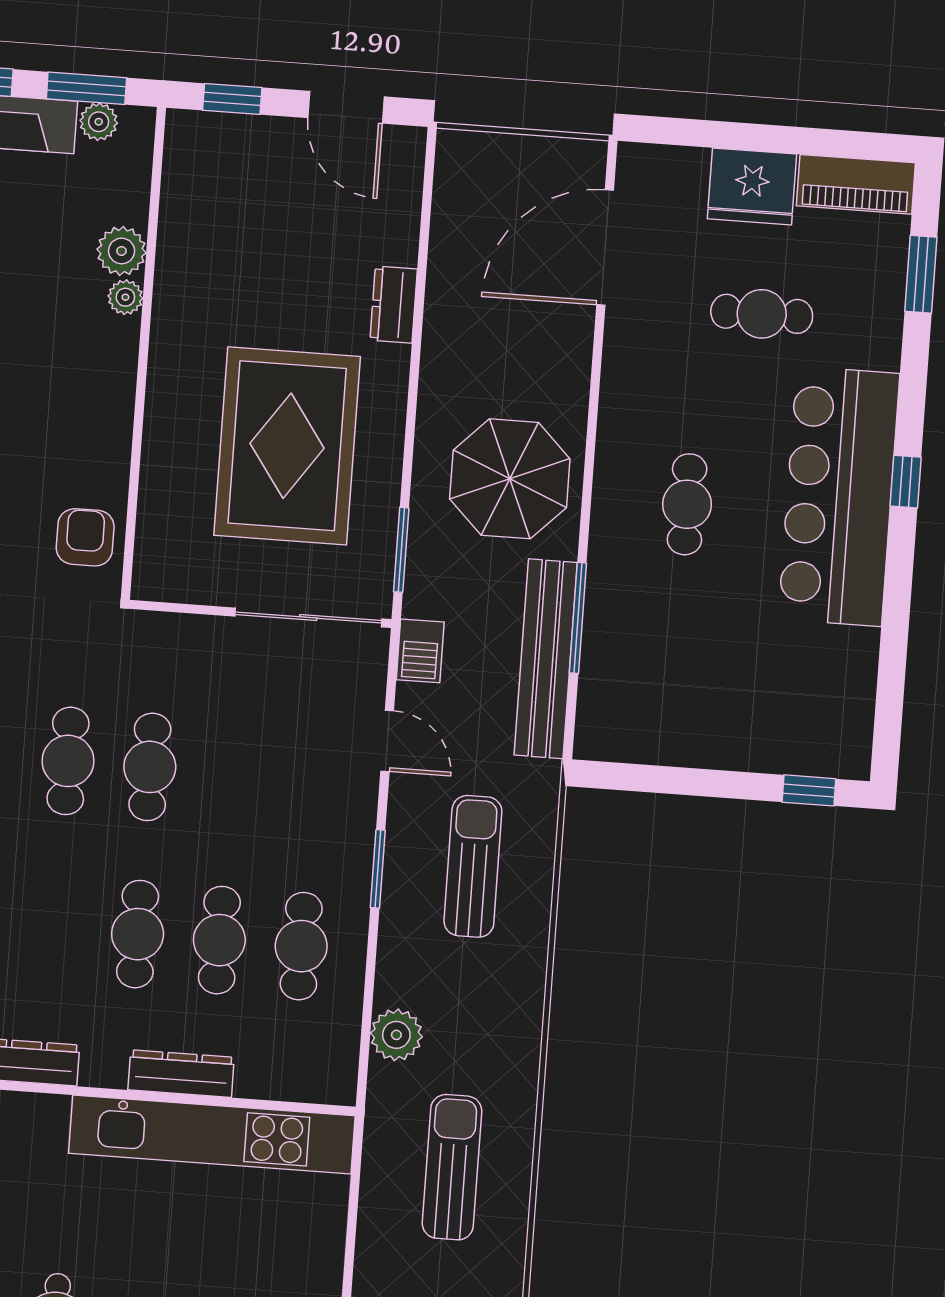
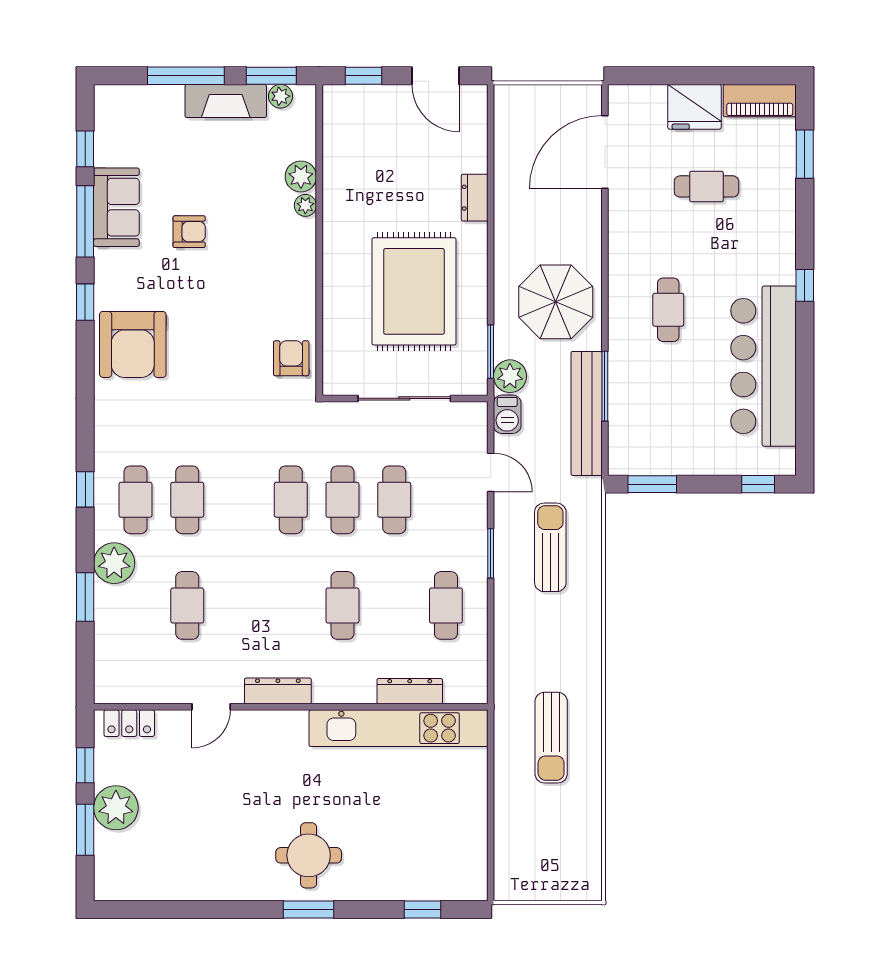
bar counter: (839, 496) -> (764, 366), moved
sliding door: (308, 617) -> (404, 398), moved
window: (641, 778) -> (652, 484), added
cafe table: (219, 940) -> (394, 500), moved
plant: (396, 1035) -> (510, 376), moved
dresser: (181, 1074) -> (410, 691), moved
sun lounger: (452, 1167) -> (551, 738), turned 180

